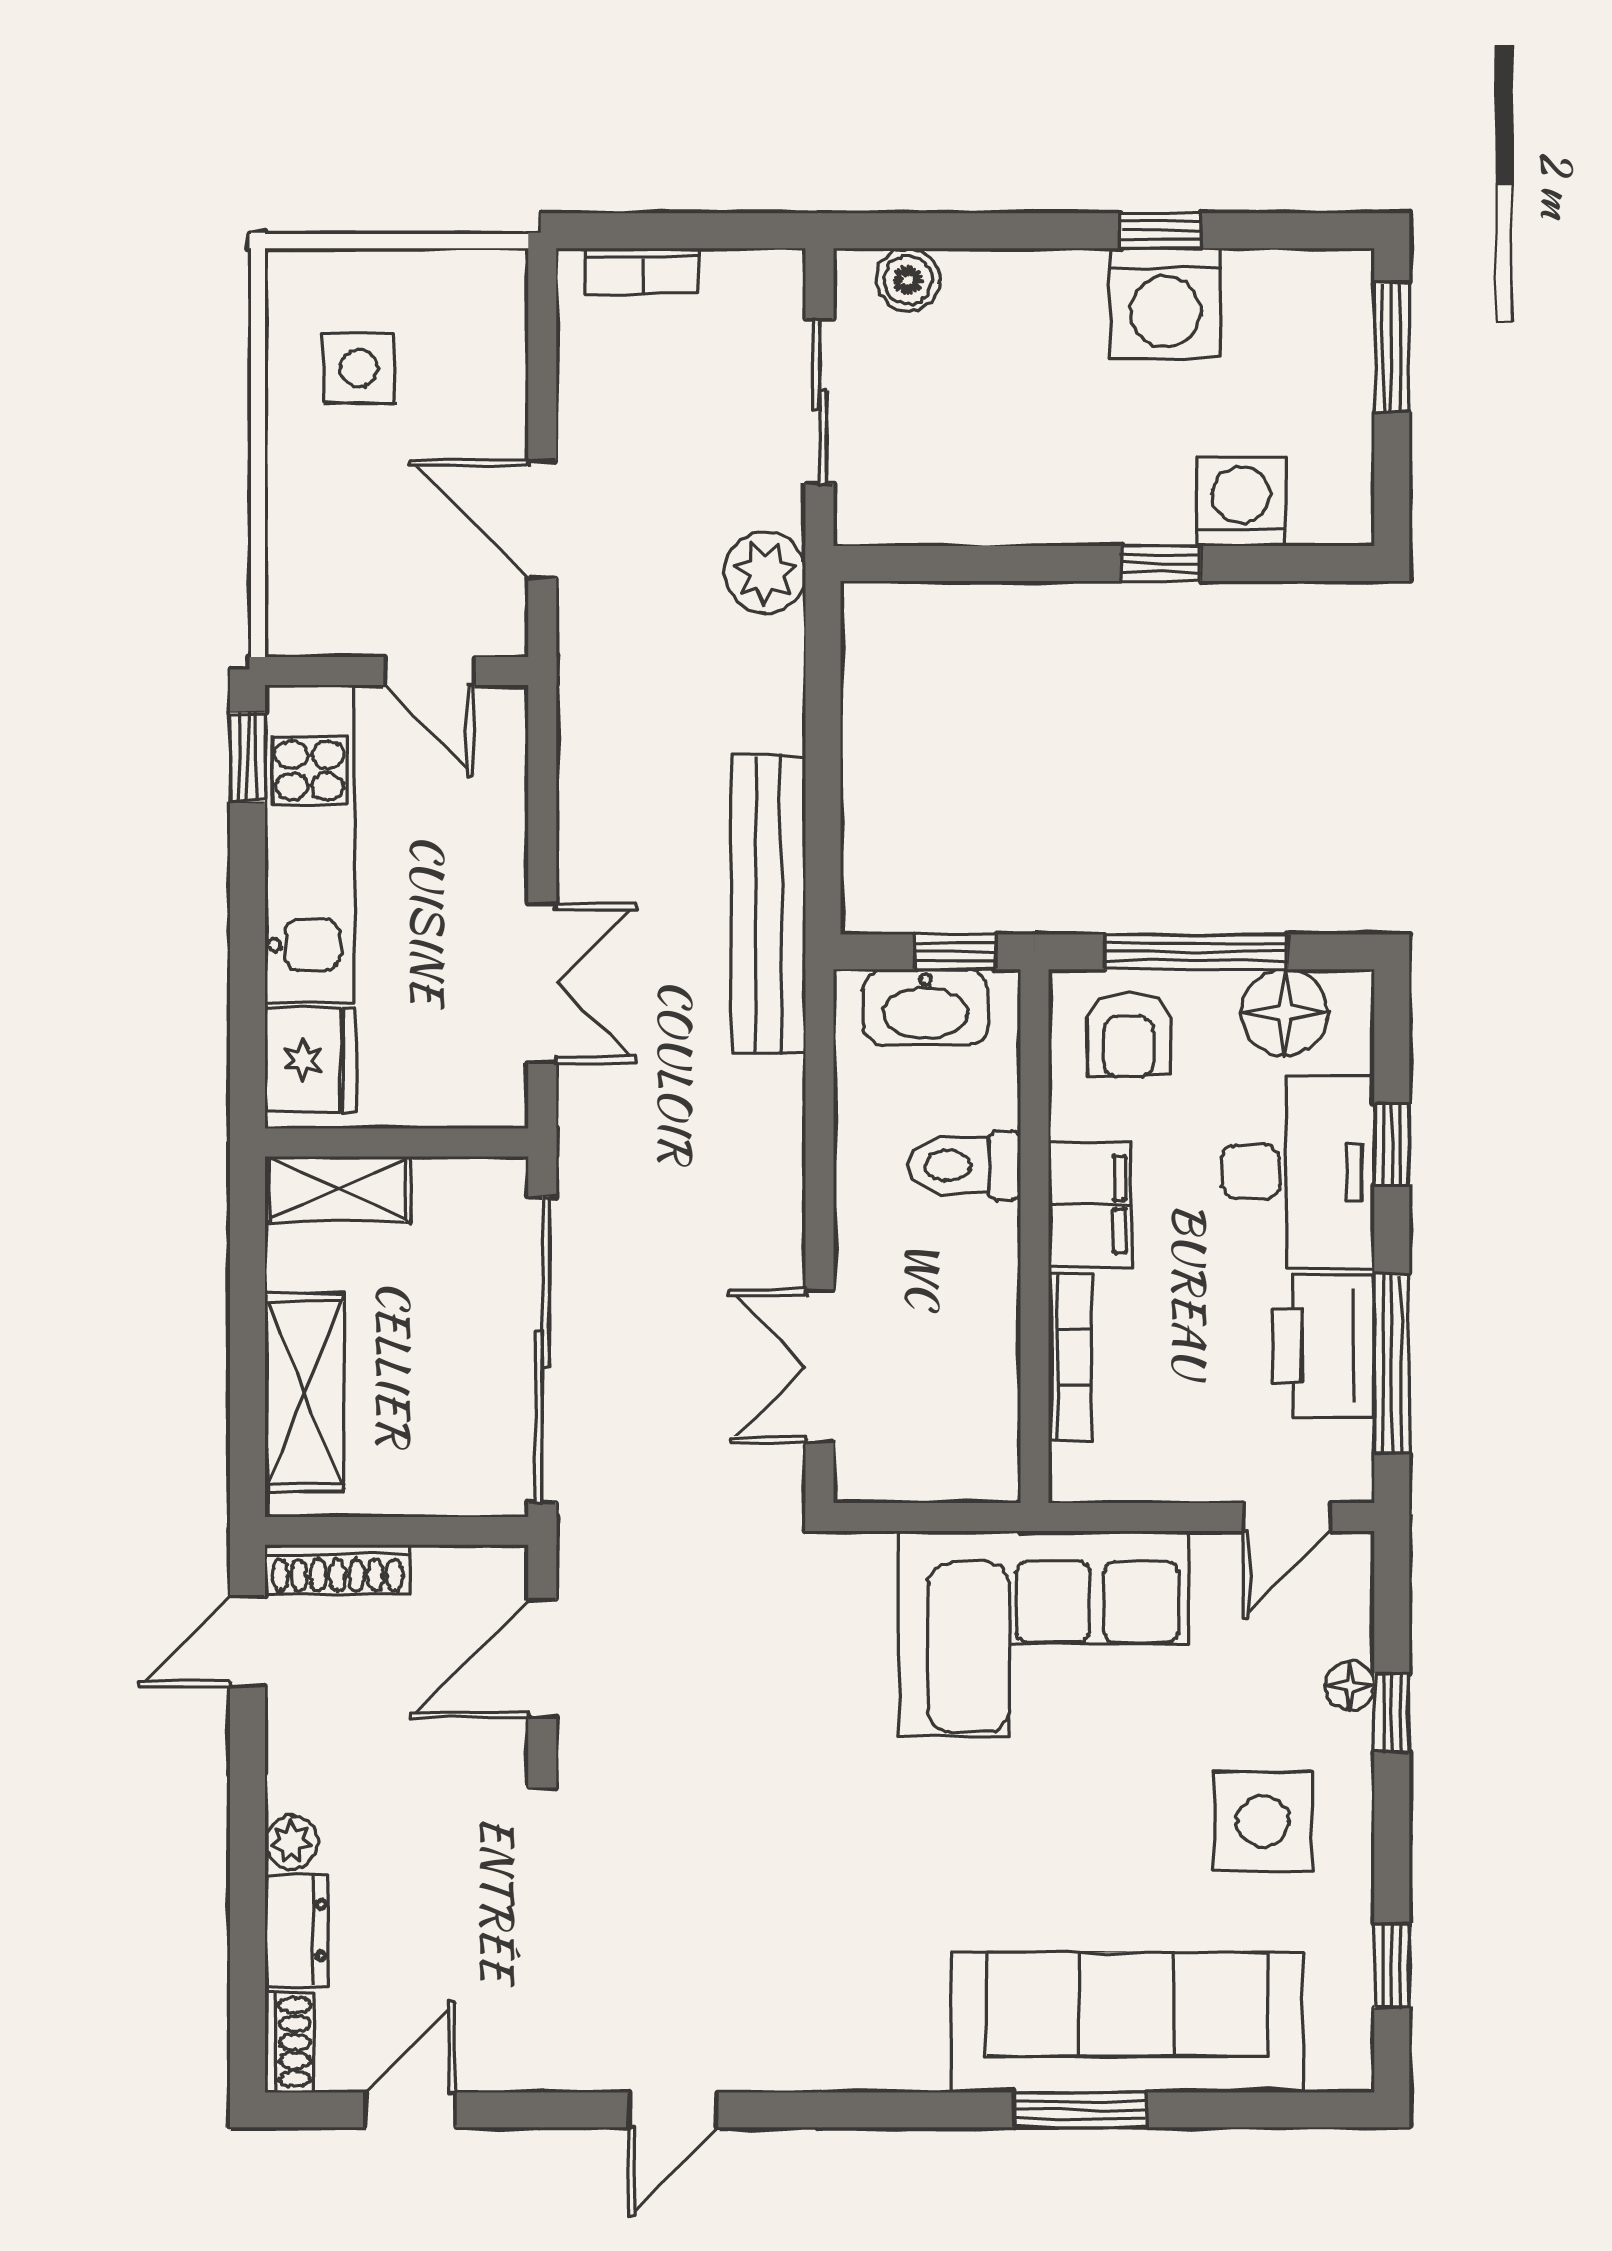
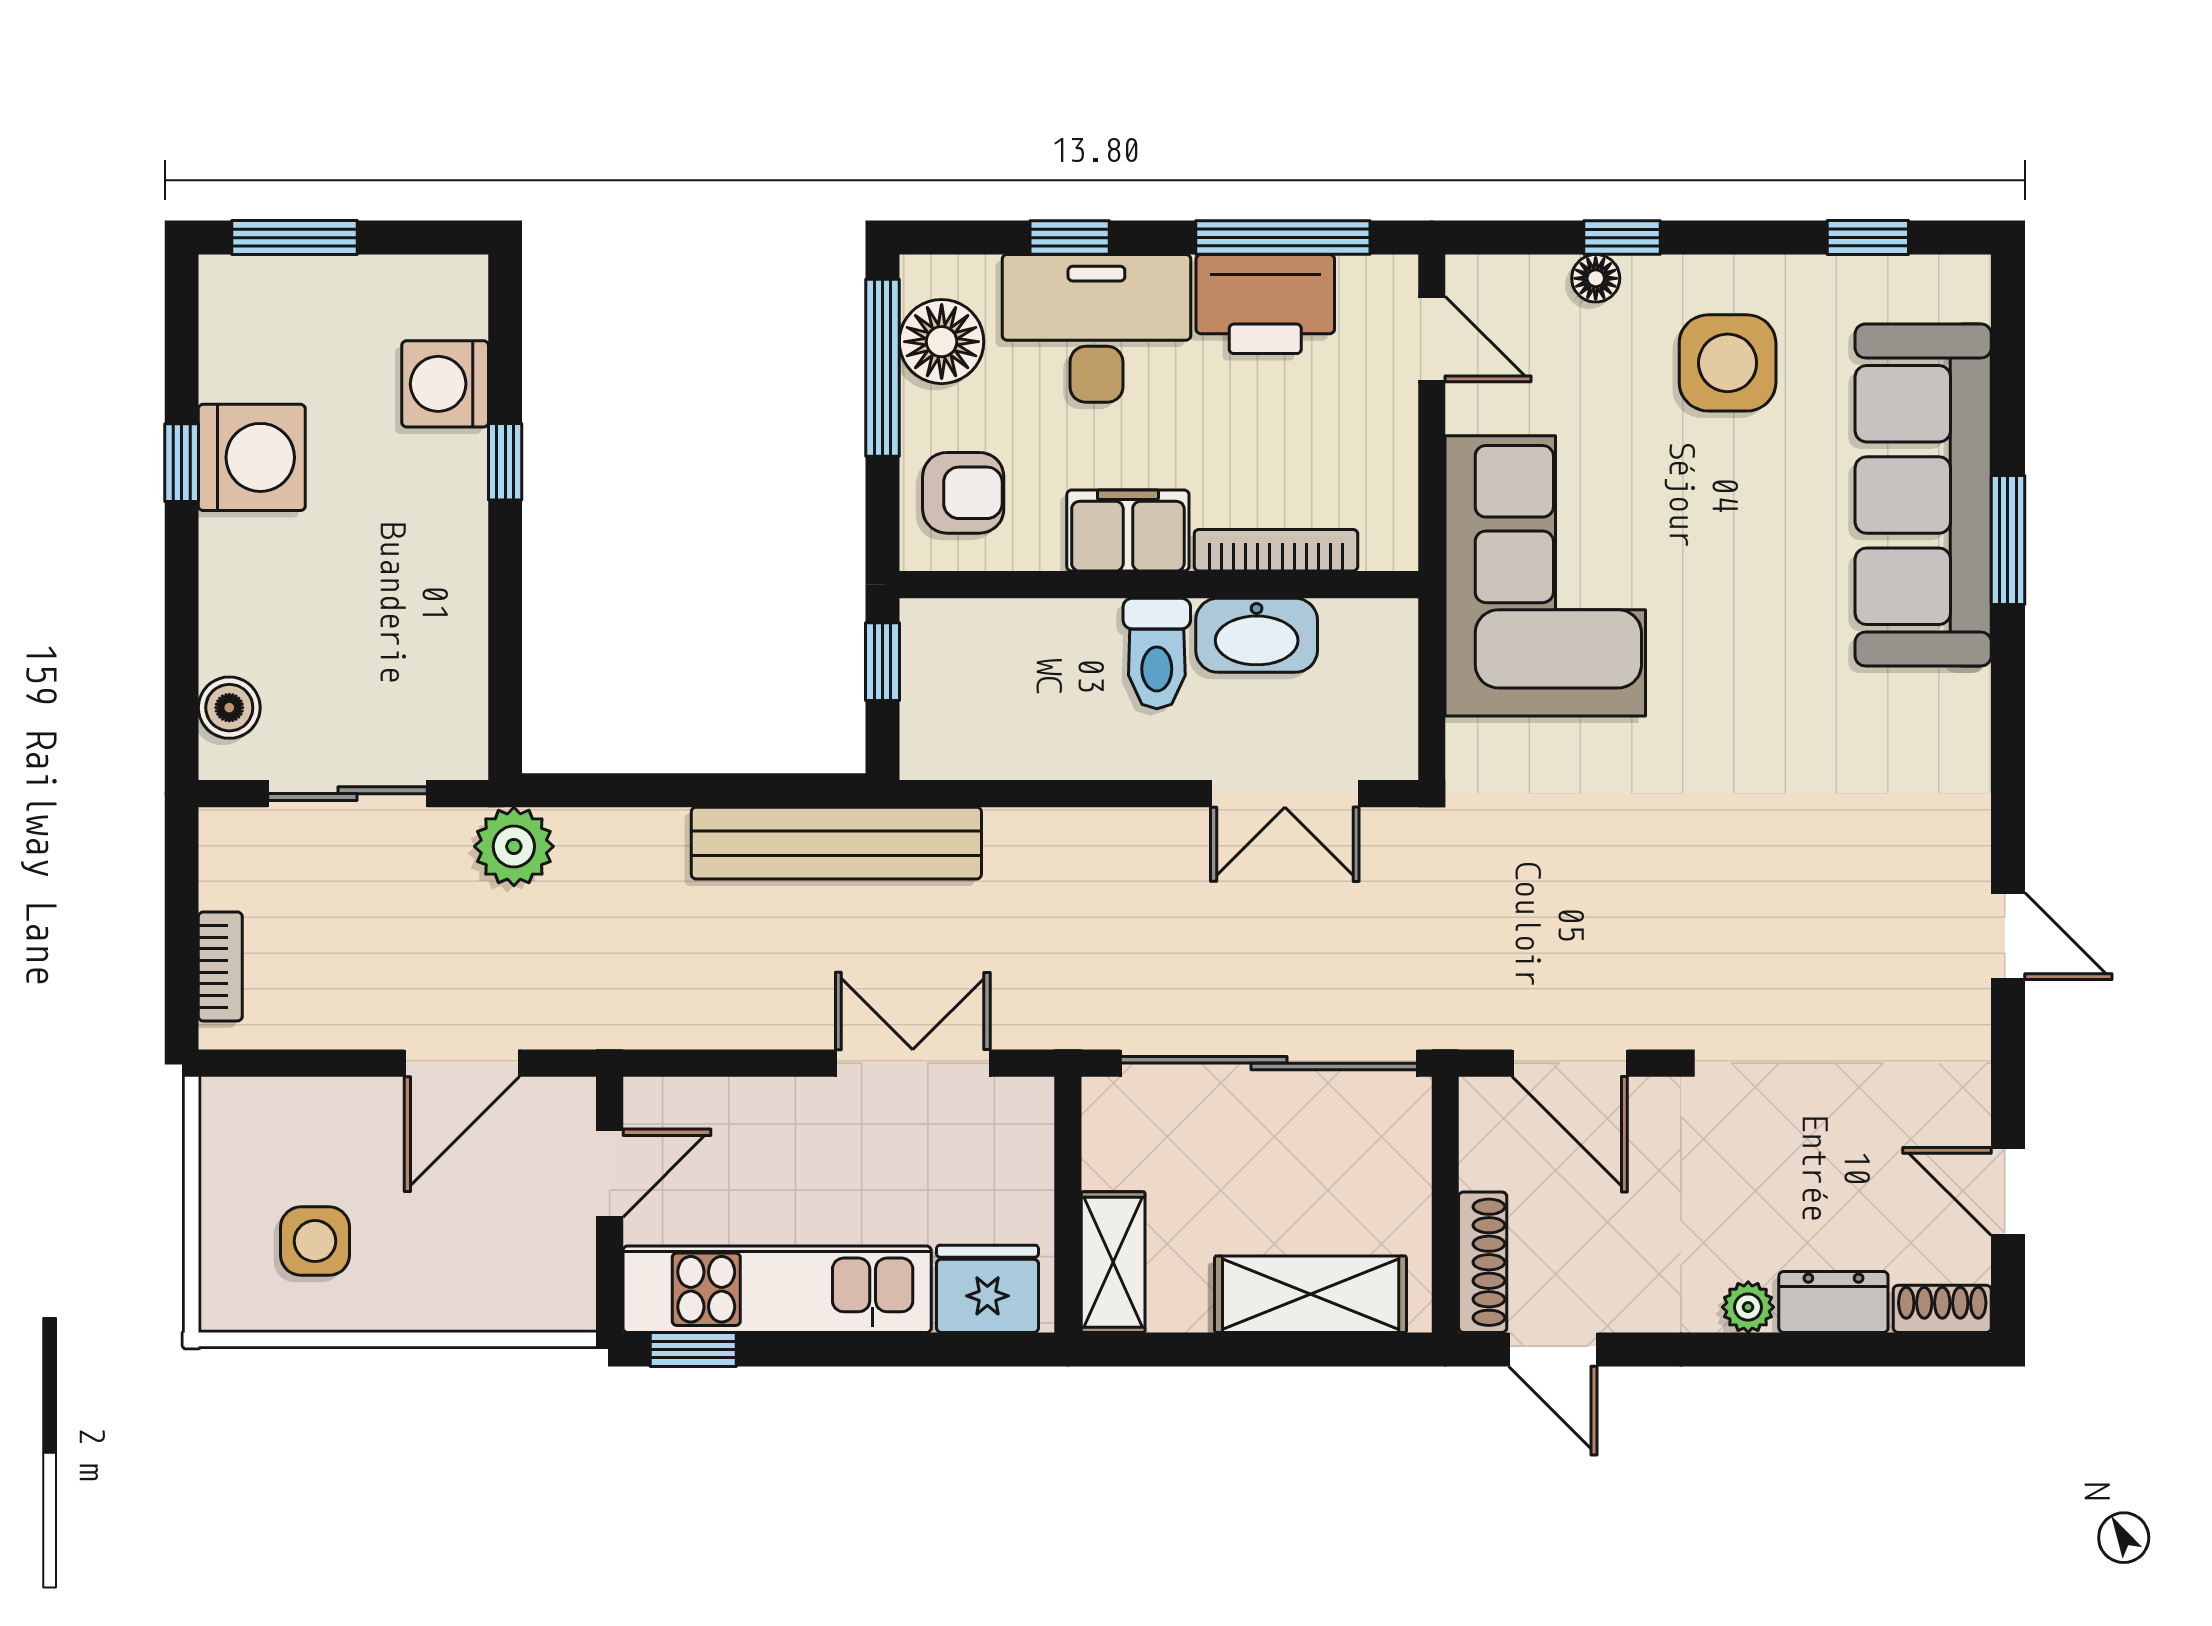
window: (1196, 952) -> (883, 368), moved
washbasin: (926, 1007) -> (1257, 635), moved, turned 90
toilet: (964, 1166) -> (1157, 653), moved

